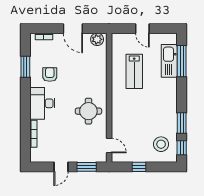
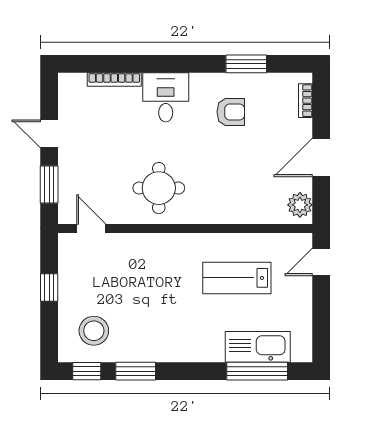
door: (142, 29) -> (321, 262), moved
desk: (42, 103) -> (166, 97), width x0.73
door: (109, 146) -> (91, 229), swing flipped

